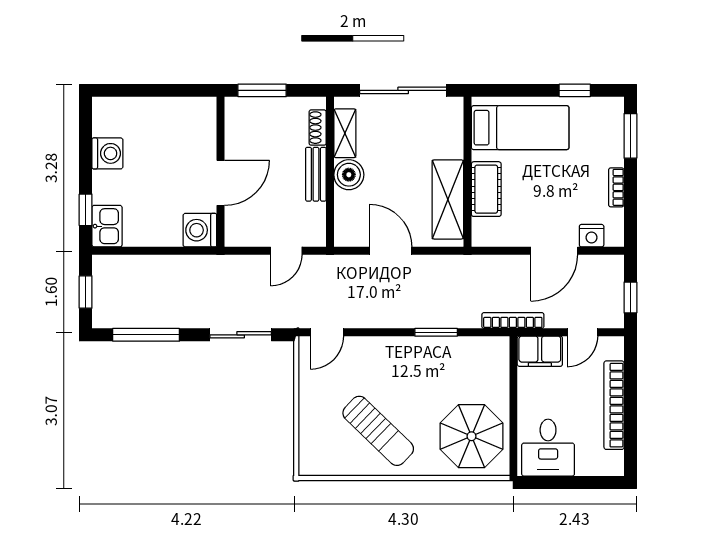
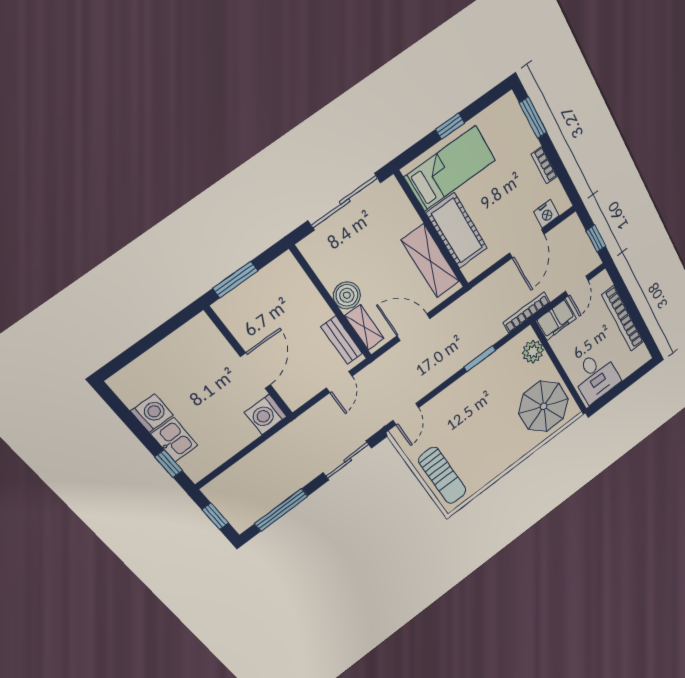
window: (575, 90) -> (450, 126), moved
shoe rack: (318, 128) -> (299, 277), removed
shelving: (345, 133) -> (364, 327), moved
bench: (316, 174) -> (342, 340), moved
cot: (486, 189) -> (457, 231), width x1.37, depth x1.34
kitchen sink: (107, 226) -> (174, 440), moved
plant: (495, 367) -> (533, 352), added
sun lounger: (378, 431) -> (442, 476), moved, turned 46

